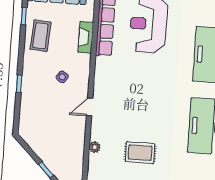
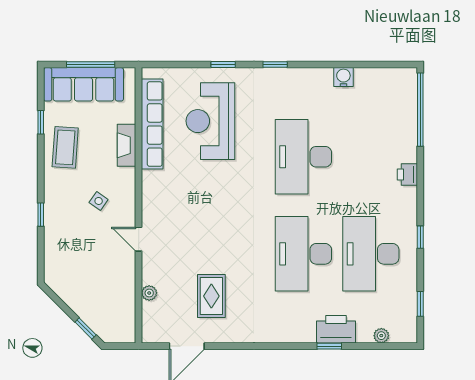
door: (90, 107) -> (139, 239), hinge flipped
rug: (140, 153) -> (211, 296), turned 90

